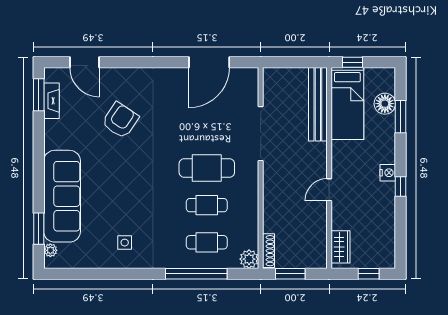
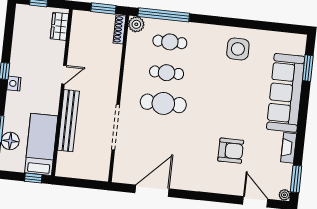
fireplace: (51, 101) -> (289, 148), moved
bench: (318, 104) -> (68, 121), moved
armchair: (120, 120) -> (231, 151), turned -124
side table: (125, 243) -> (238, 49), width x1.87, depth x1.87
plant: (50, 250) -> (284, 195), moved
window: (196, 274) -> (164, 15), moved

